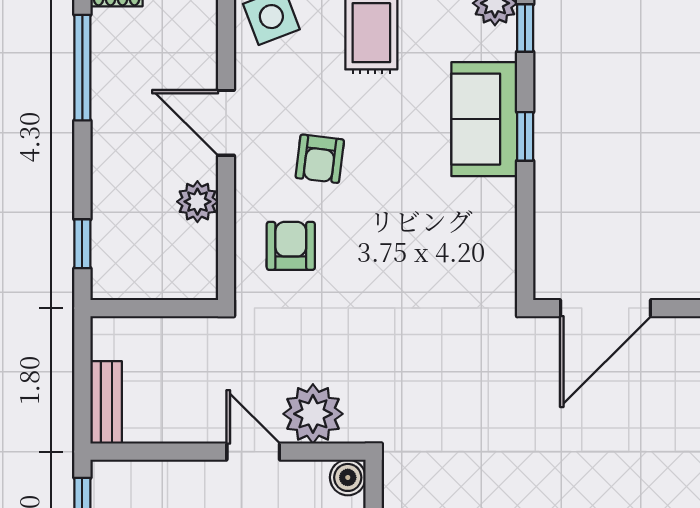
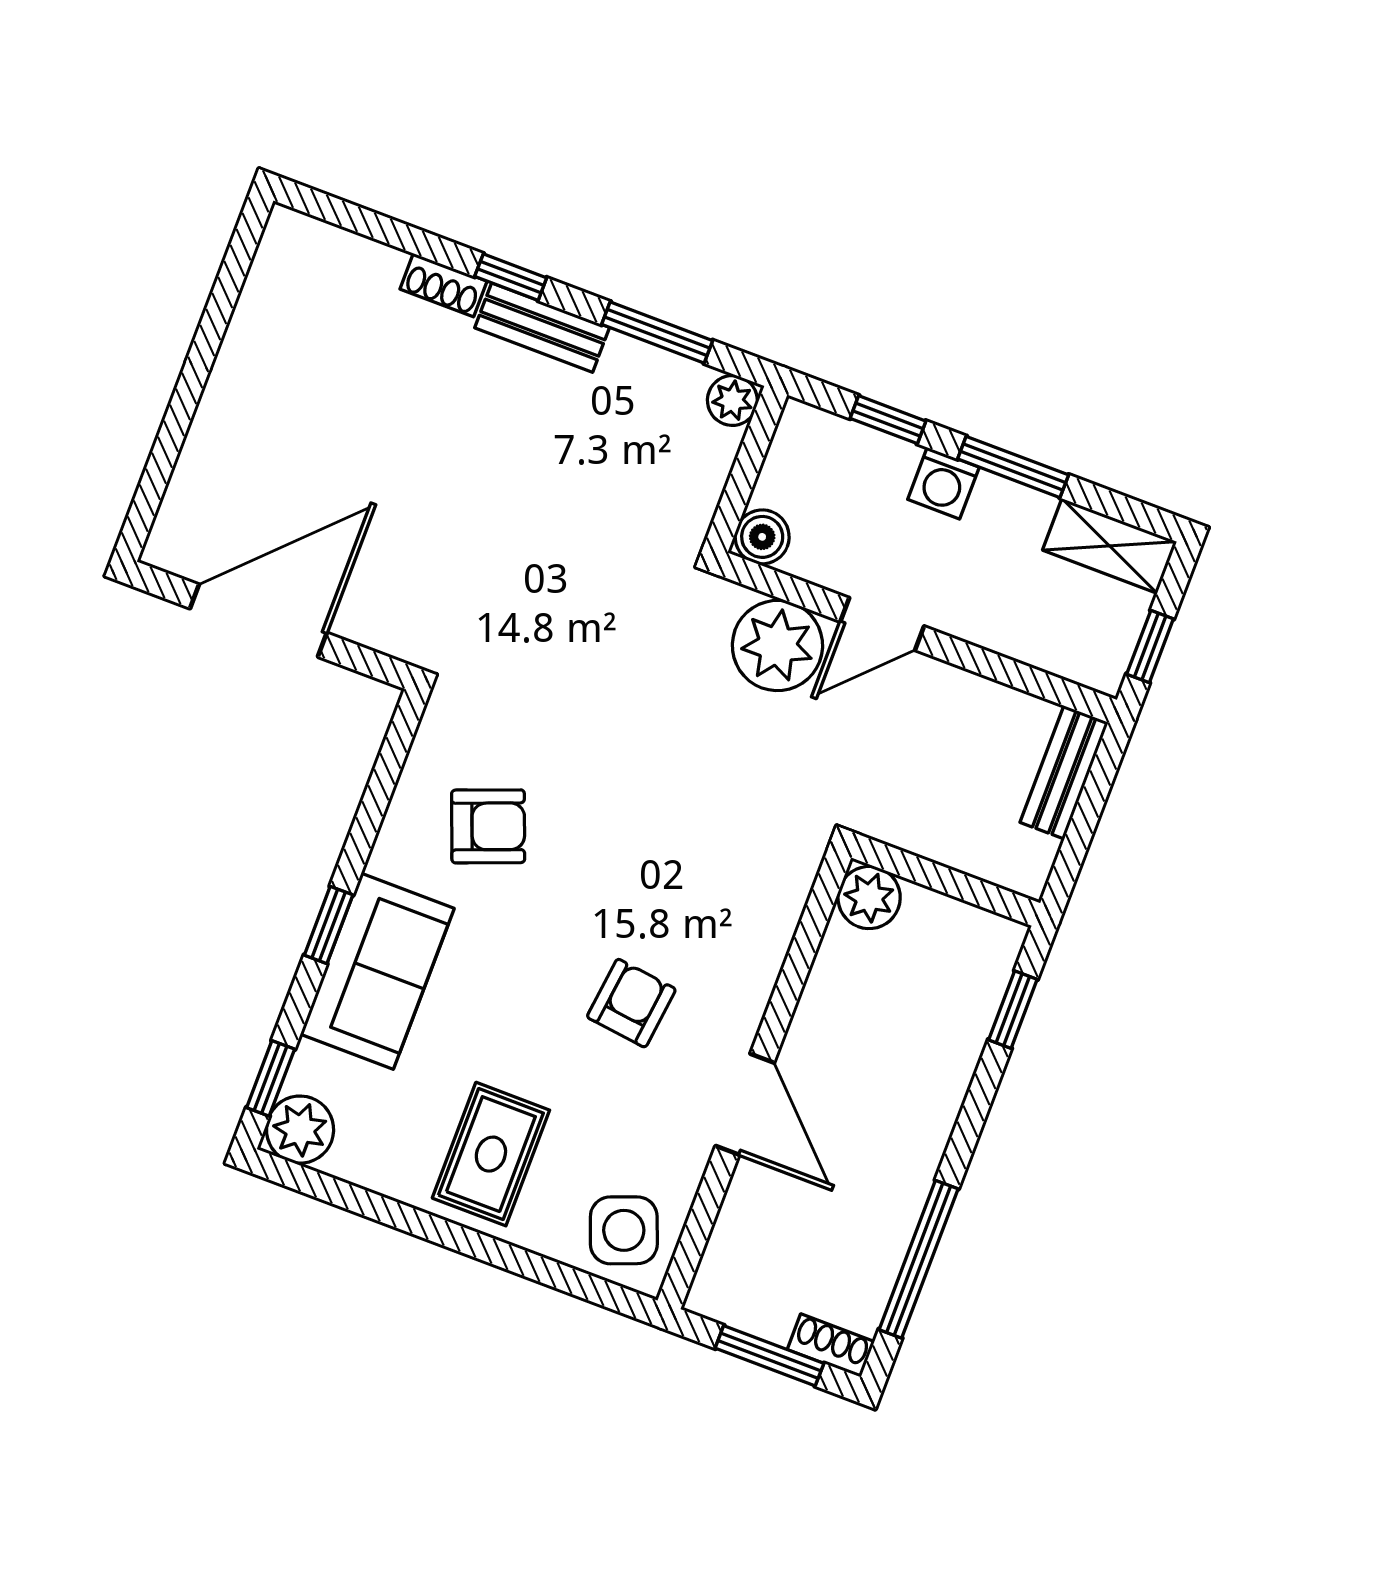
plant: (197, 202) -> (869, 898), moved
armchair: (291, 246) -> (488, 826), moved, turned -111
door: (605, 308) -> (258, 621), moved
door: (253, 452) -> (882, 624), hinge flipped

